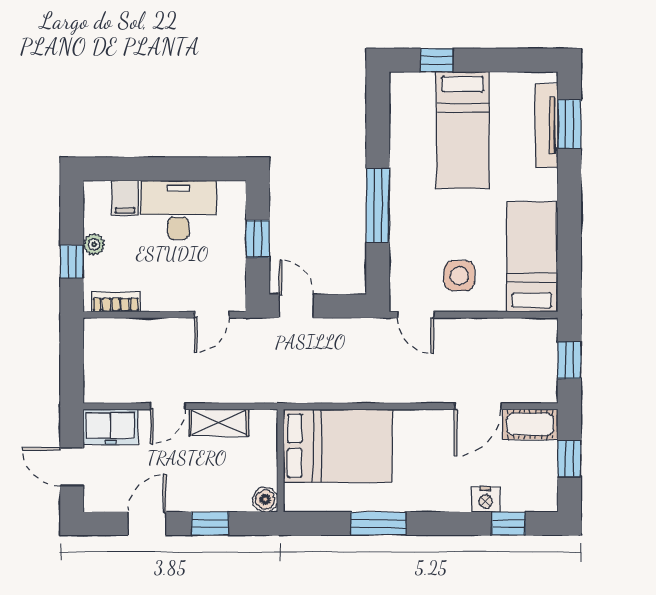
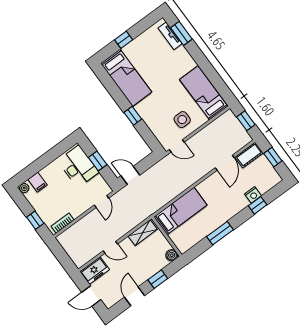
window: (437, 60) -> (124, 40), moved
tv unit: (547, 126) -> (170, 36), width x0.71
bed: (463, 130) -> (126, 78), moved
window: (378, 205) -> (133, 116), width x0.46
desk: (178, 210) -> (78, 166), moved, turned 90
plant: (94, 244) -> (24, 188), moved
door: (168, 406) -> (110, 247), hinge flipped
shelving: (219, 422) -> (143, 233), moved
bed: (338, 446) -> (180, 211), width x0.67
window: (508, 523) -> (258, 205), moved

